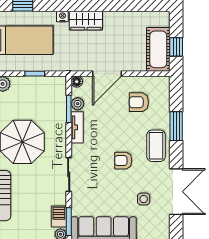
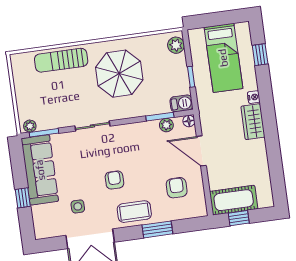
tv unit: (77, 127) -> (142, 128), removed
barbecue: (59, 217) -> (181, 103), moved

